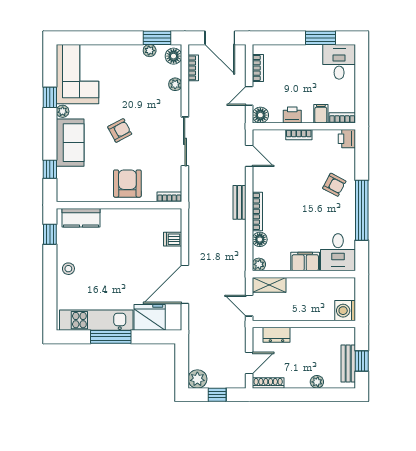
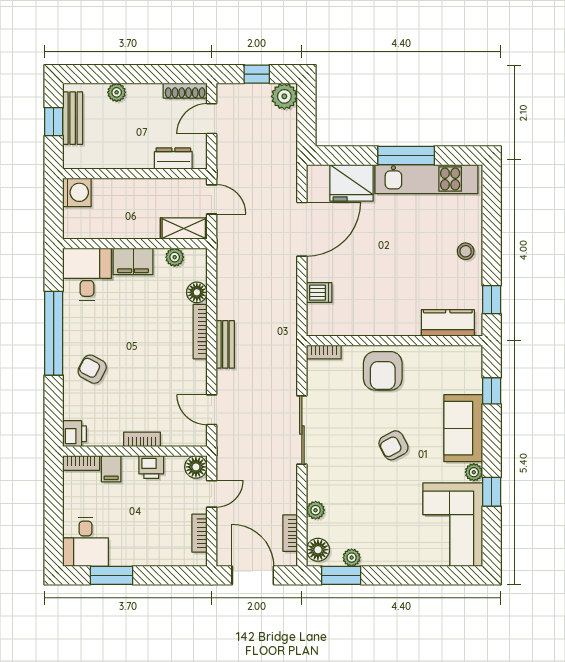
plant: (259, 264) -> (175, 257), moved

